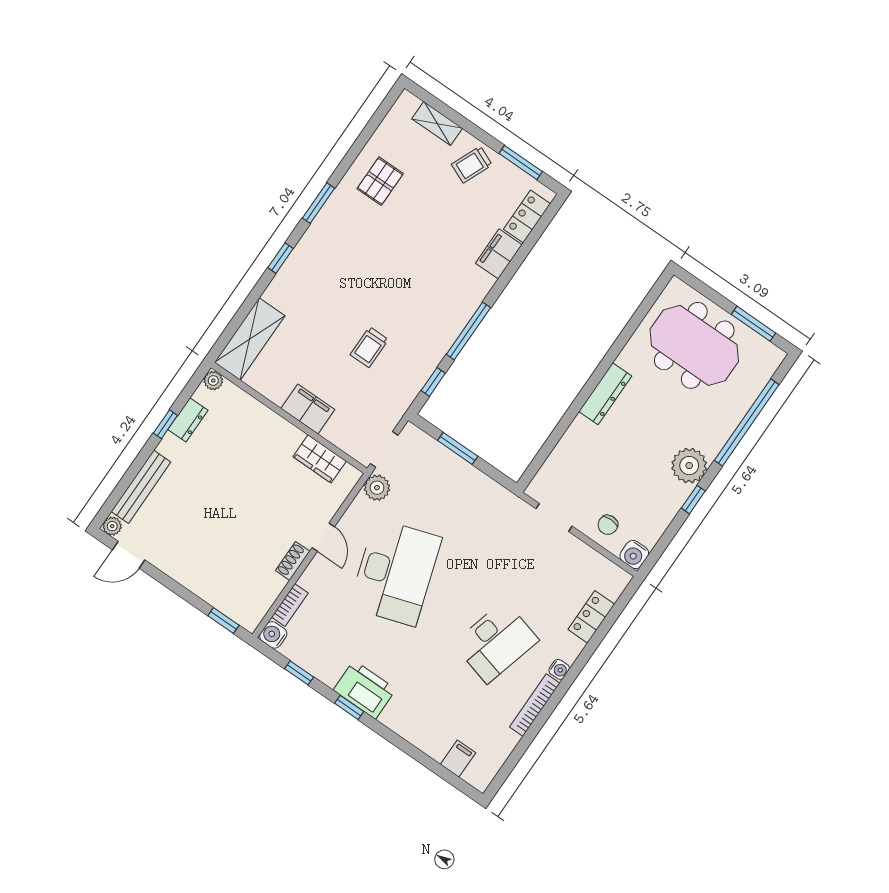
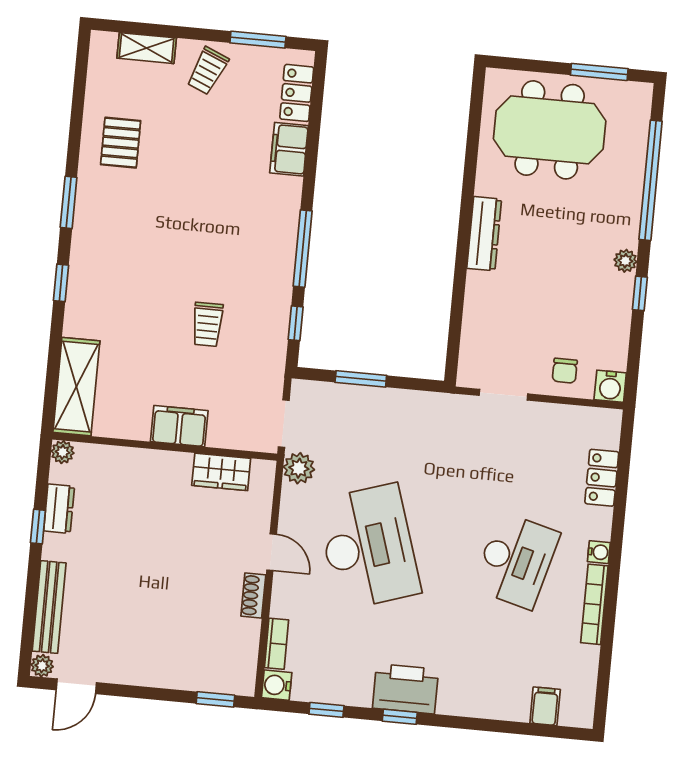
plant: (689, 466) -> (625, 261), width x0.53, depth x0.53

